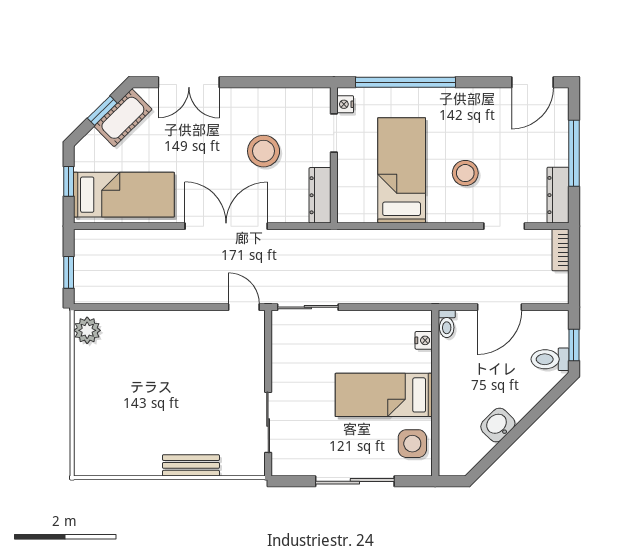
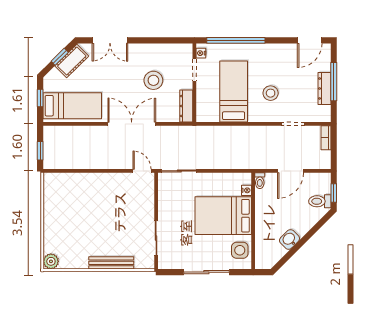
dresser: (558, 195) -> (324, 88), moved
plant: (87, 330) -> (51, 261), moved
bed: (384, 395) -> (223, 216), width x1.50
bench: (191, 465) -> (111, 263), width x1.36

